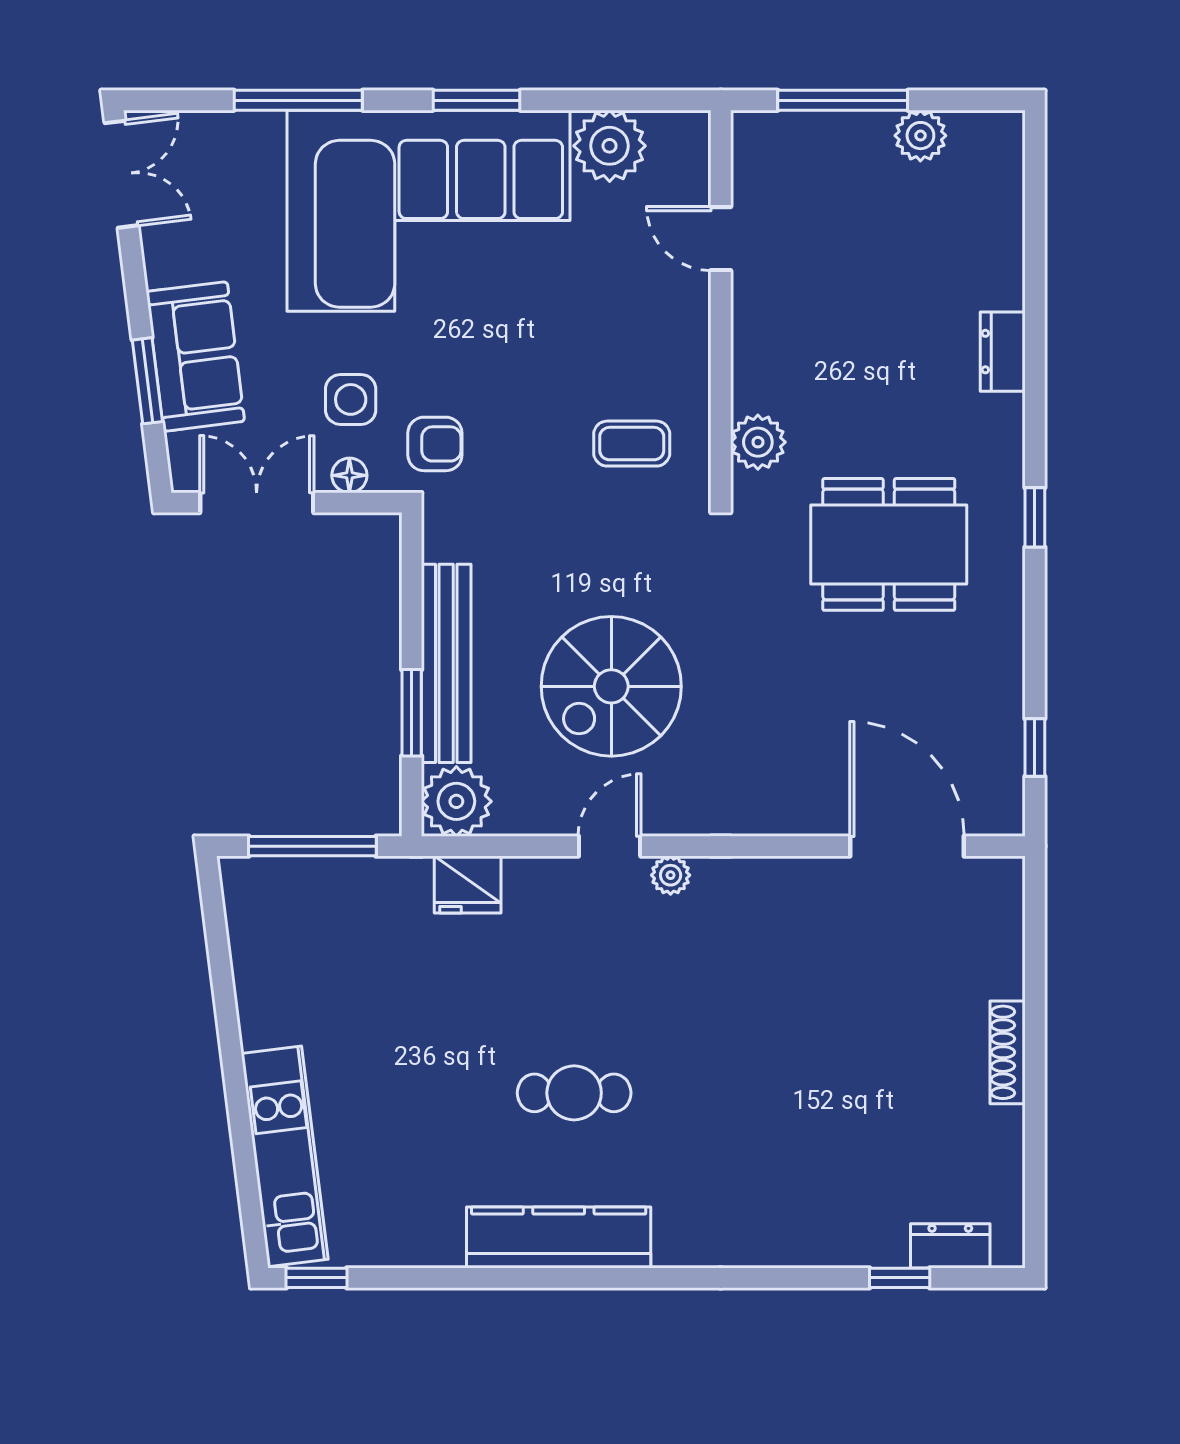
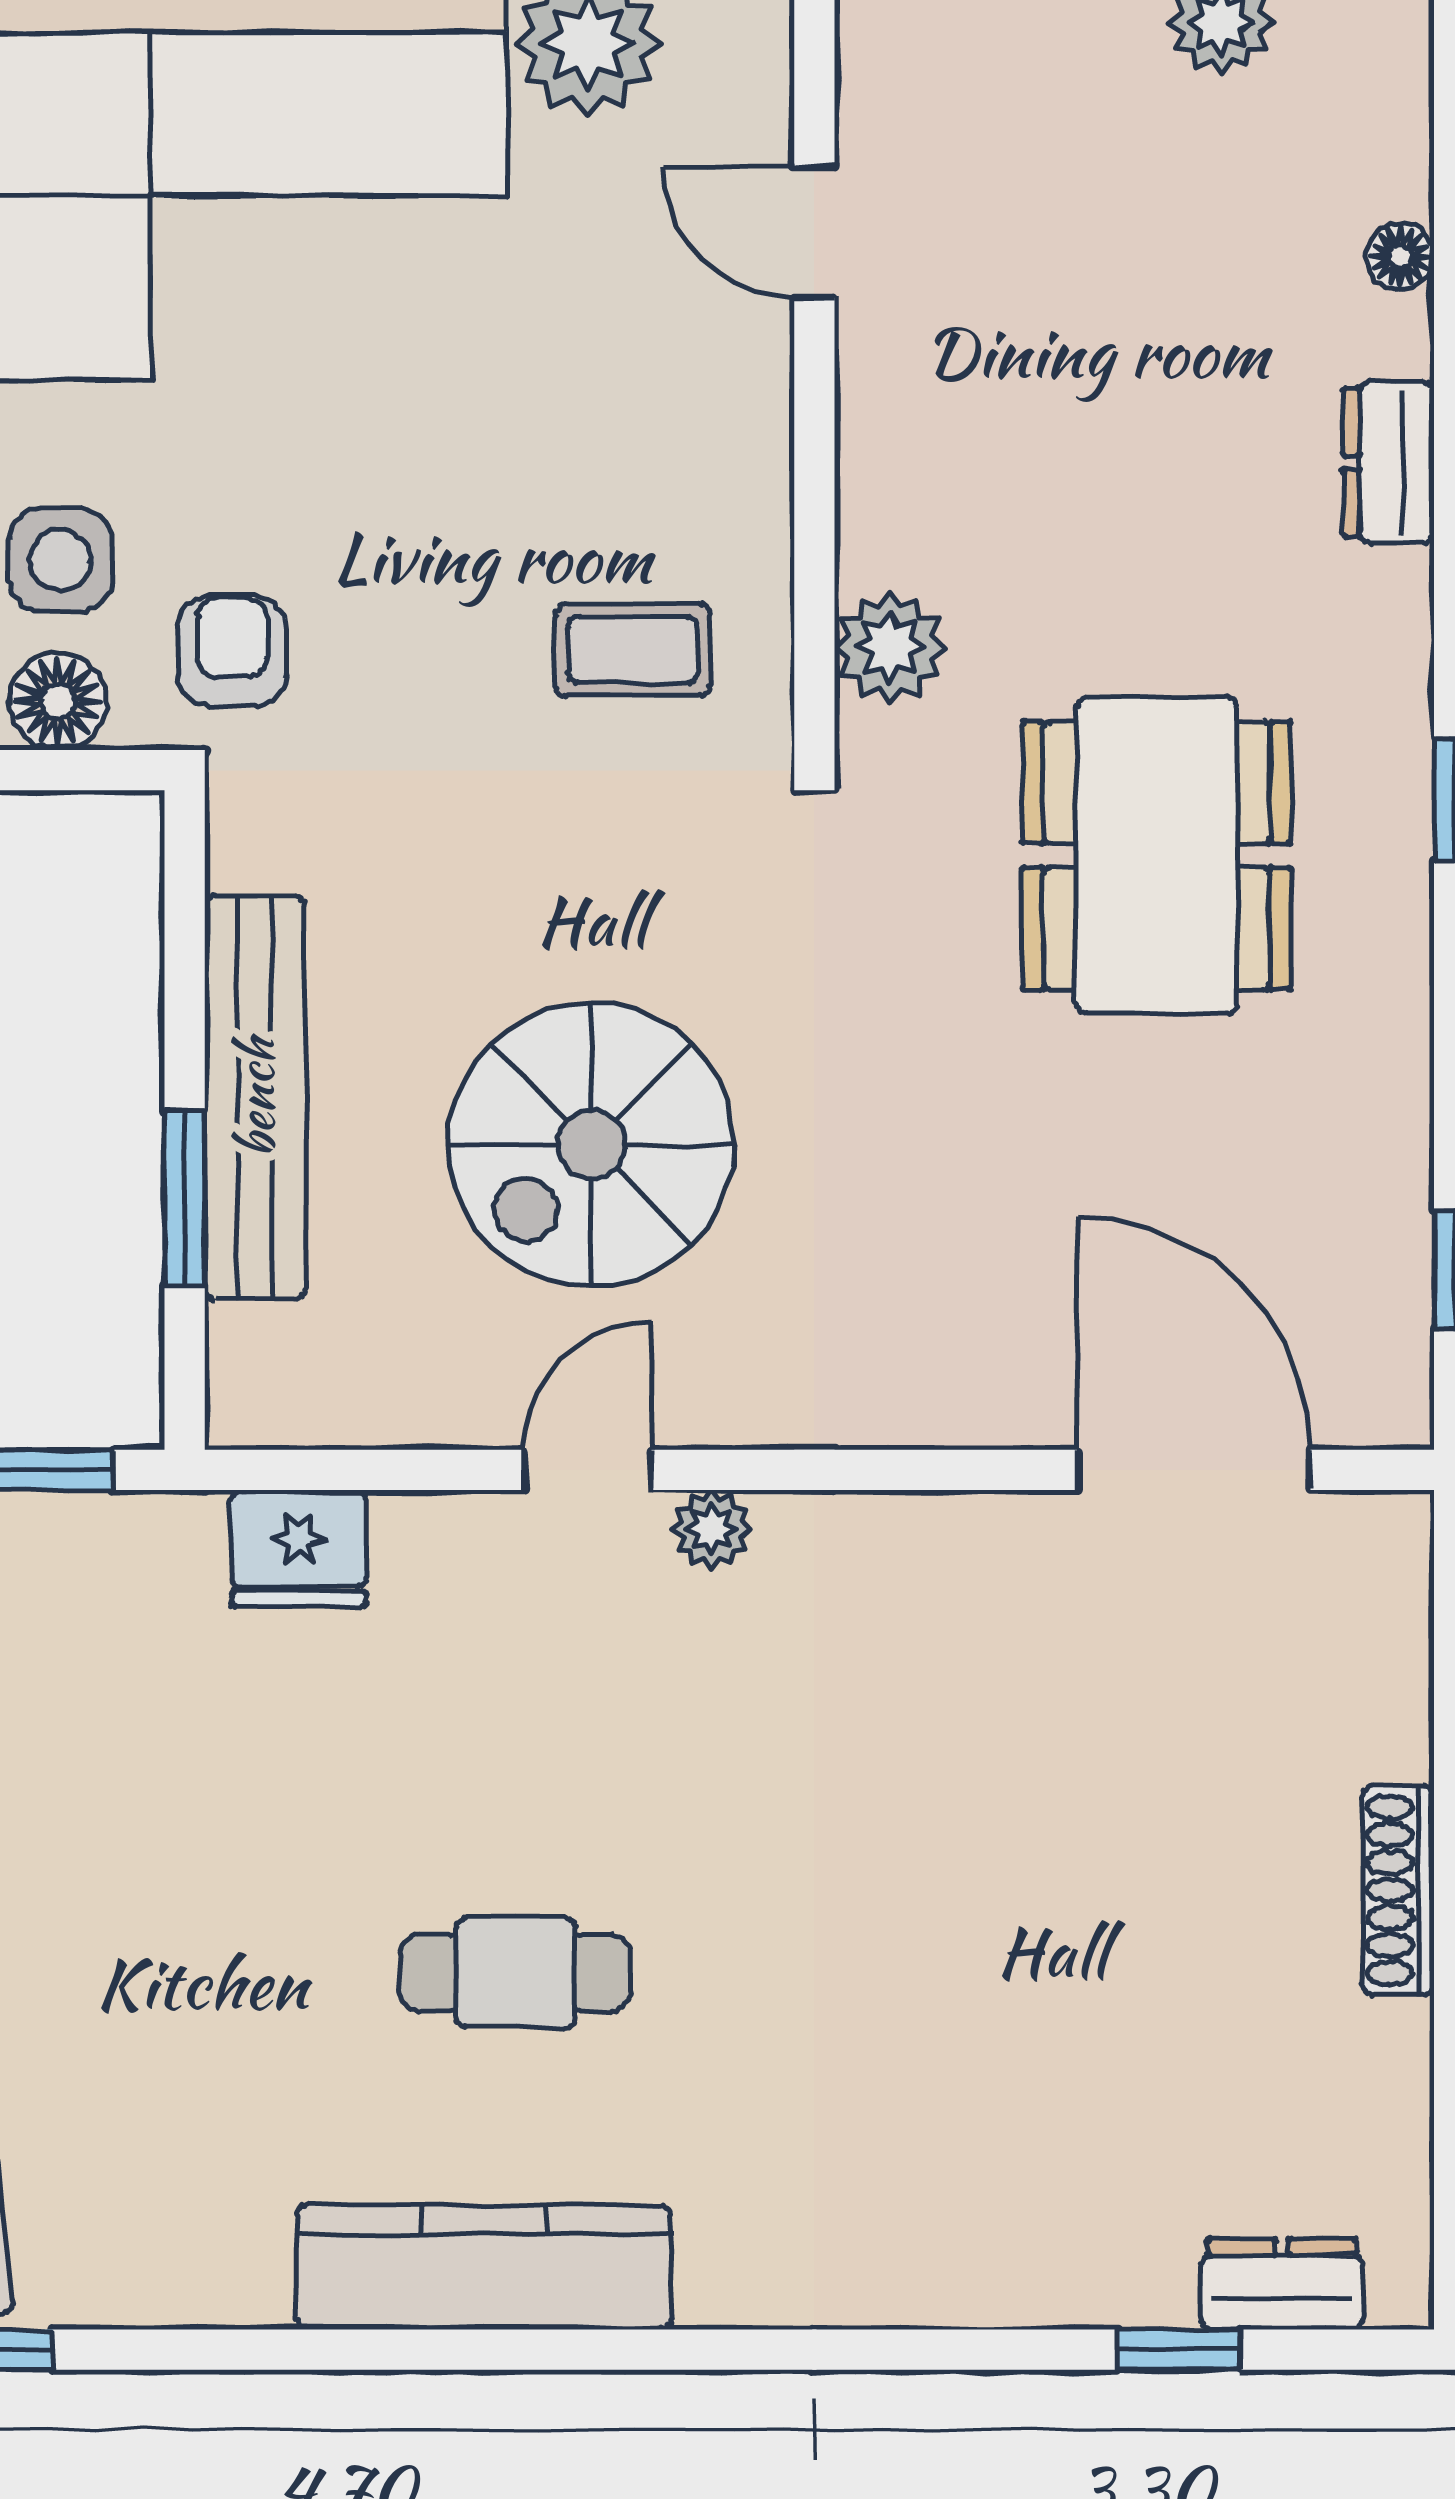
floor lamp: (1009, 250) -> (1401, 256), added
armchair: (435, 444) -> (232, 651), turned -90
floor lamp: (349, 475) -> (58, 701), width x1.37, depth x1.37
dining table: (889, 544) -> (1157, 855), turned 90
plant: (456, 801) -> (276, 1379), removed

